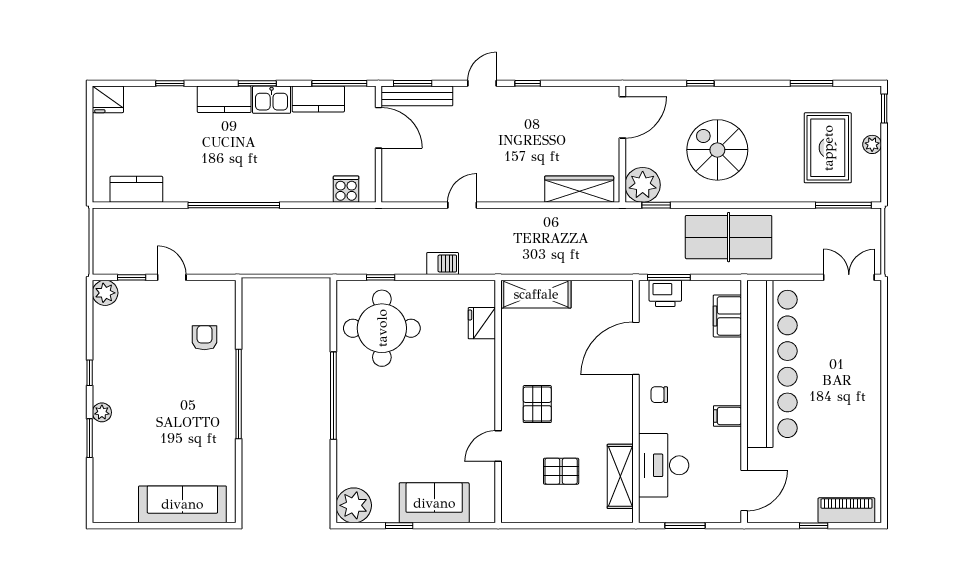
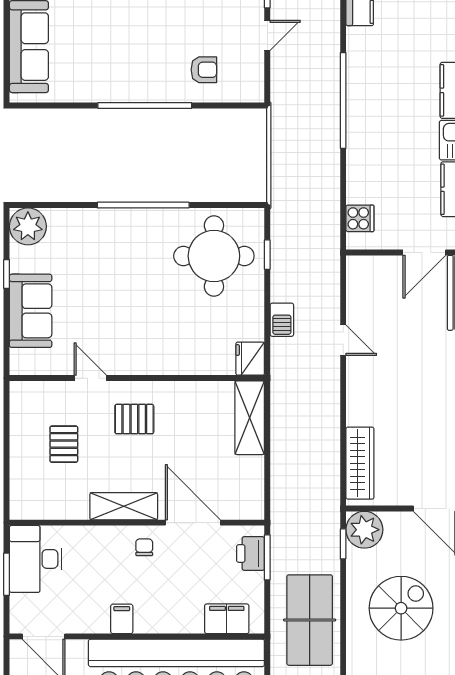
fridge: (482, 323) -> (250, 359), moved, turned -90
desk: (664, 465) -> (36, 559), moved, turned -90
shelving: (620, 476) -> (124, 506), moved

